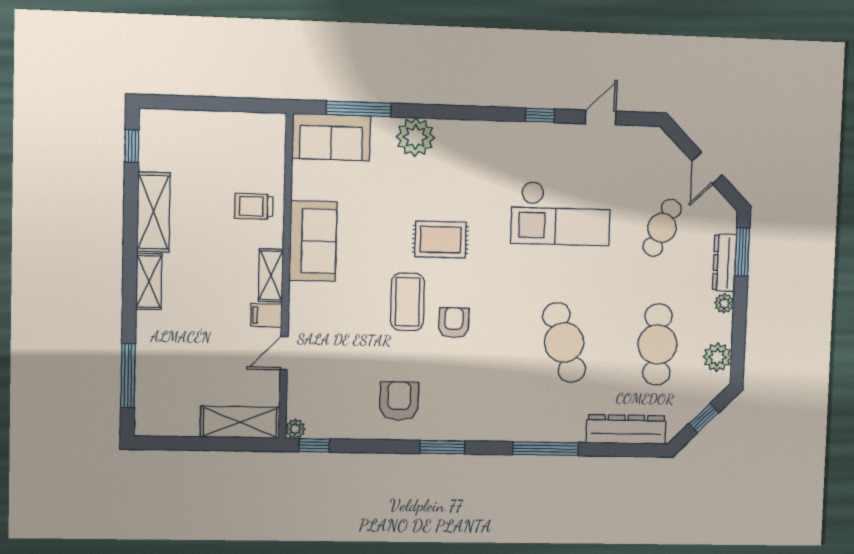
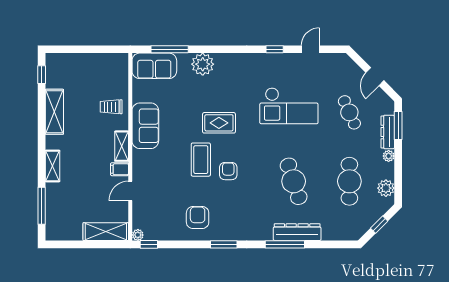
cafe table: (662, 228) -> (349, 112), turned -48
shelving: (149, 282) -> (53, 166), moved
dresser: (626, 429) -> (297, 232), moved

